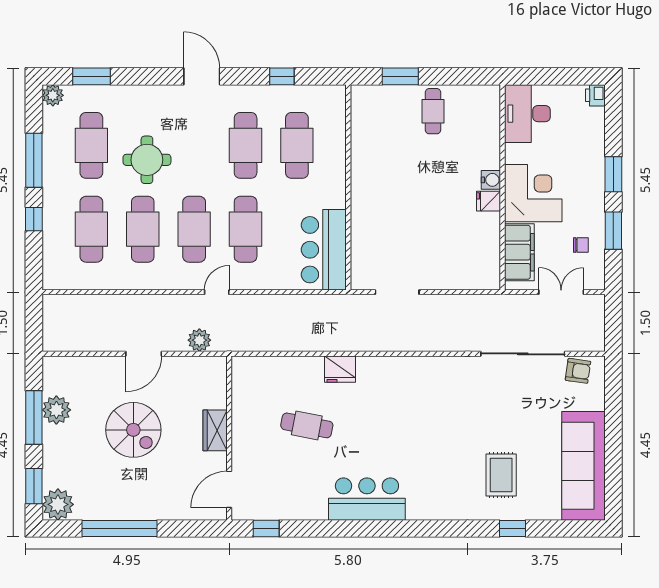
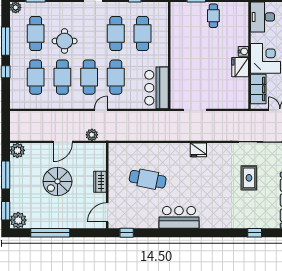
fridge: (488, 201) -> (240, 67), width x1.88, depth x1.34
fridge: (340, 369) -> (198, 150), moved
plant: (56, 410) -> (17, 150), moved
cafe table: (307, 425) -> (148, 179), width x1.37, depth x1.35
spiral stairs: (133, 430) -> (57, 181), turned 90
rug: (501, 475) -> (249, 178), moved

